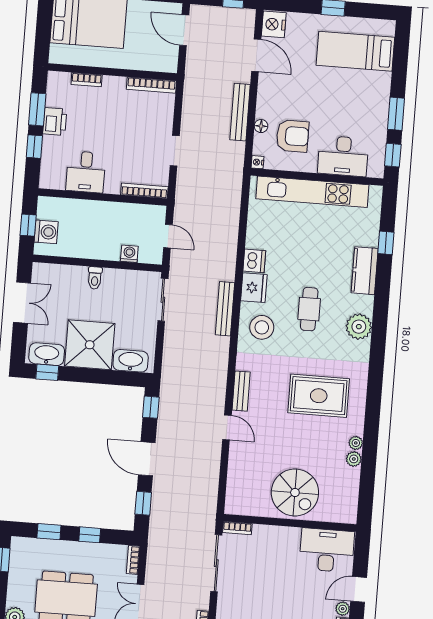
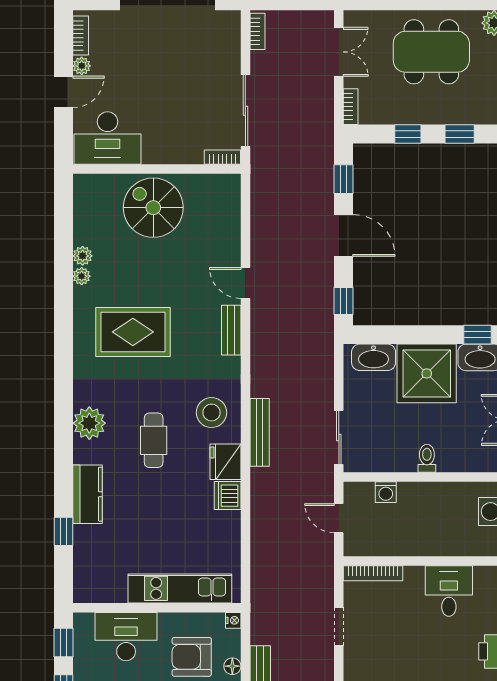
kitchen unit: (312, 192) -> (180, 588), width x0.73

